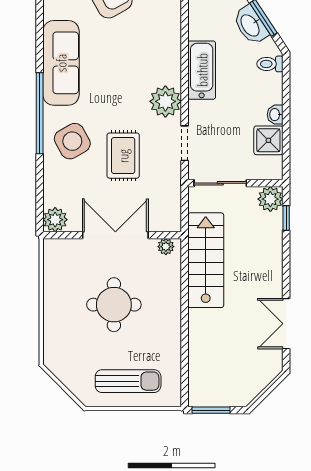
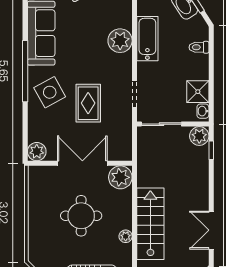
toilet: (270, 64) -> (199, 47), moved
plant: (165, 101) -> (120, 41), moved
washbasin: (275, 115) -> (203, 111), moved
plant: (166, 247) -> (120, 177), width x1.87, depth x1.87
stairs: (206, 260) -> (150, 224), moved
plant: (173, 332) -> (126, 236), added

